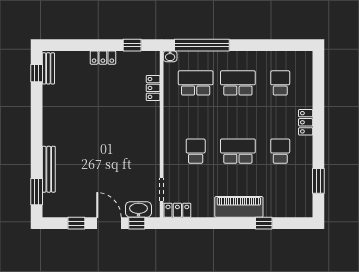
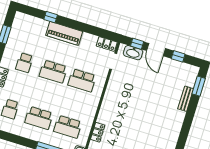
school desk: (196, 151) -> (82, 80), width x1.85
bench: (49, 169) -> (186, 99), width x0.73

